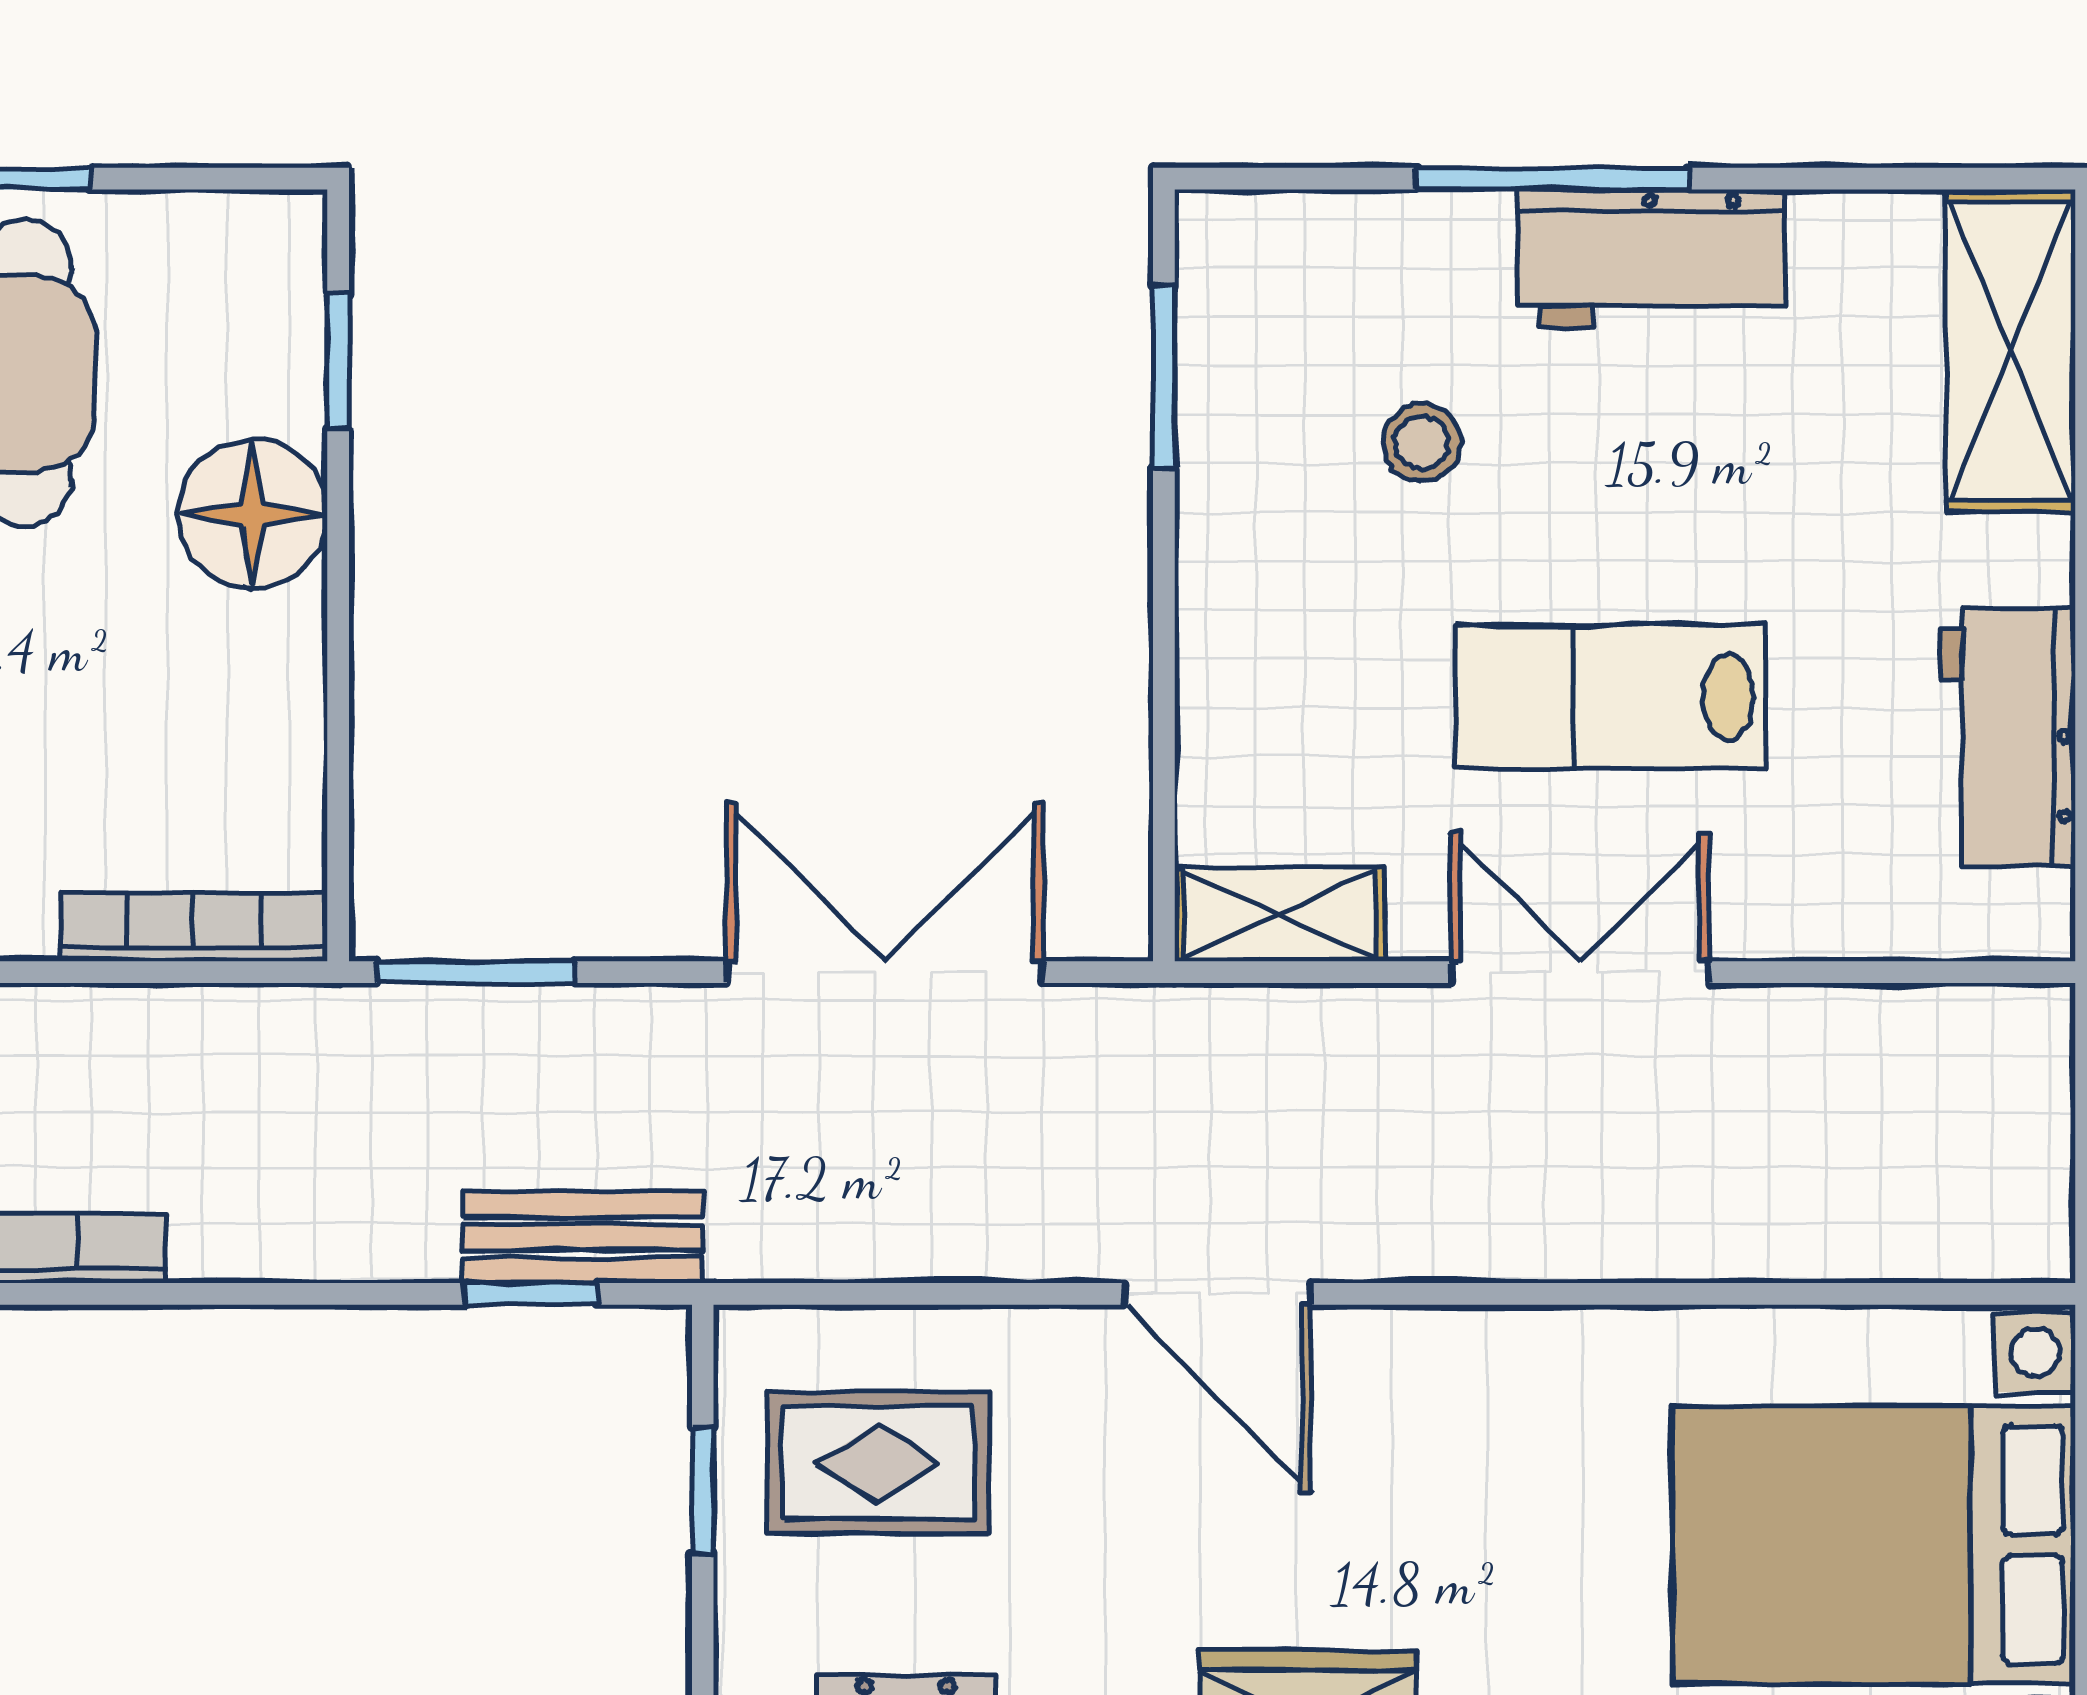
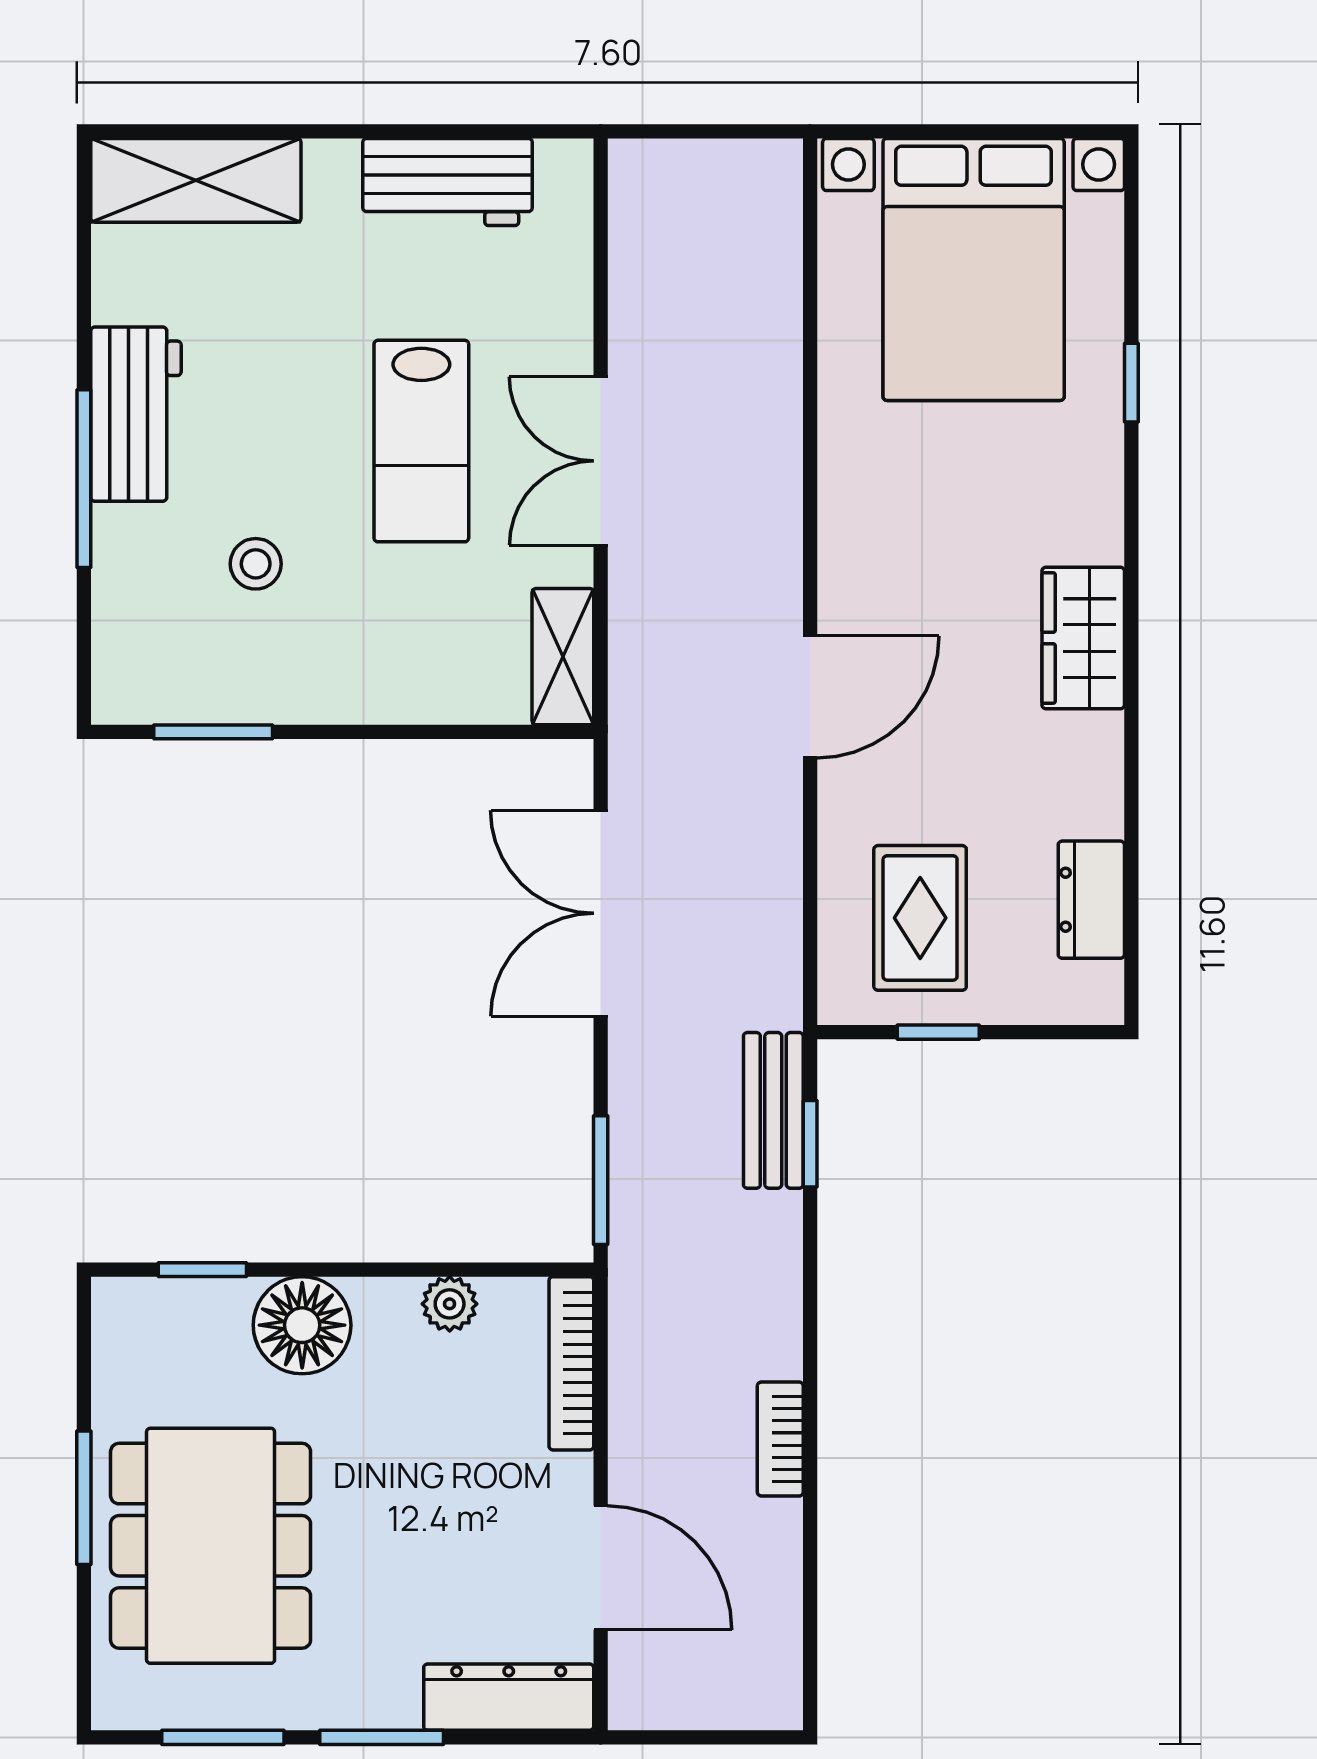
plant: (285, 740) -> (450, 1304), added

